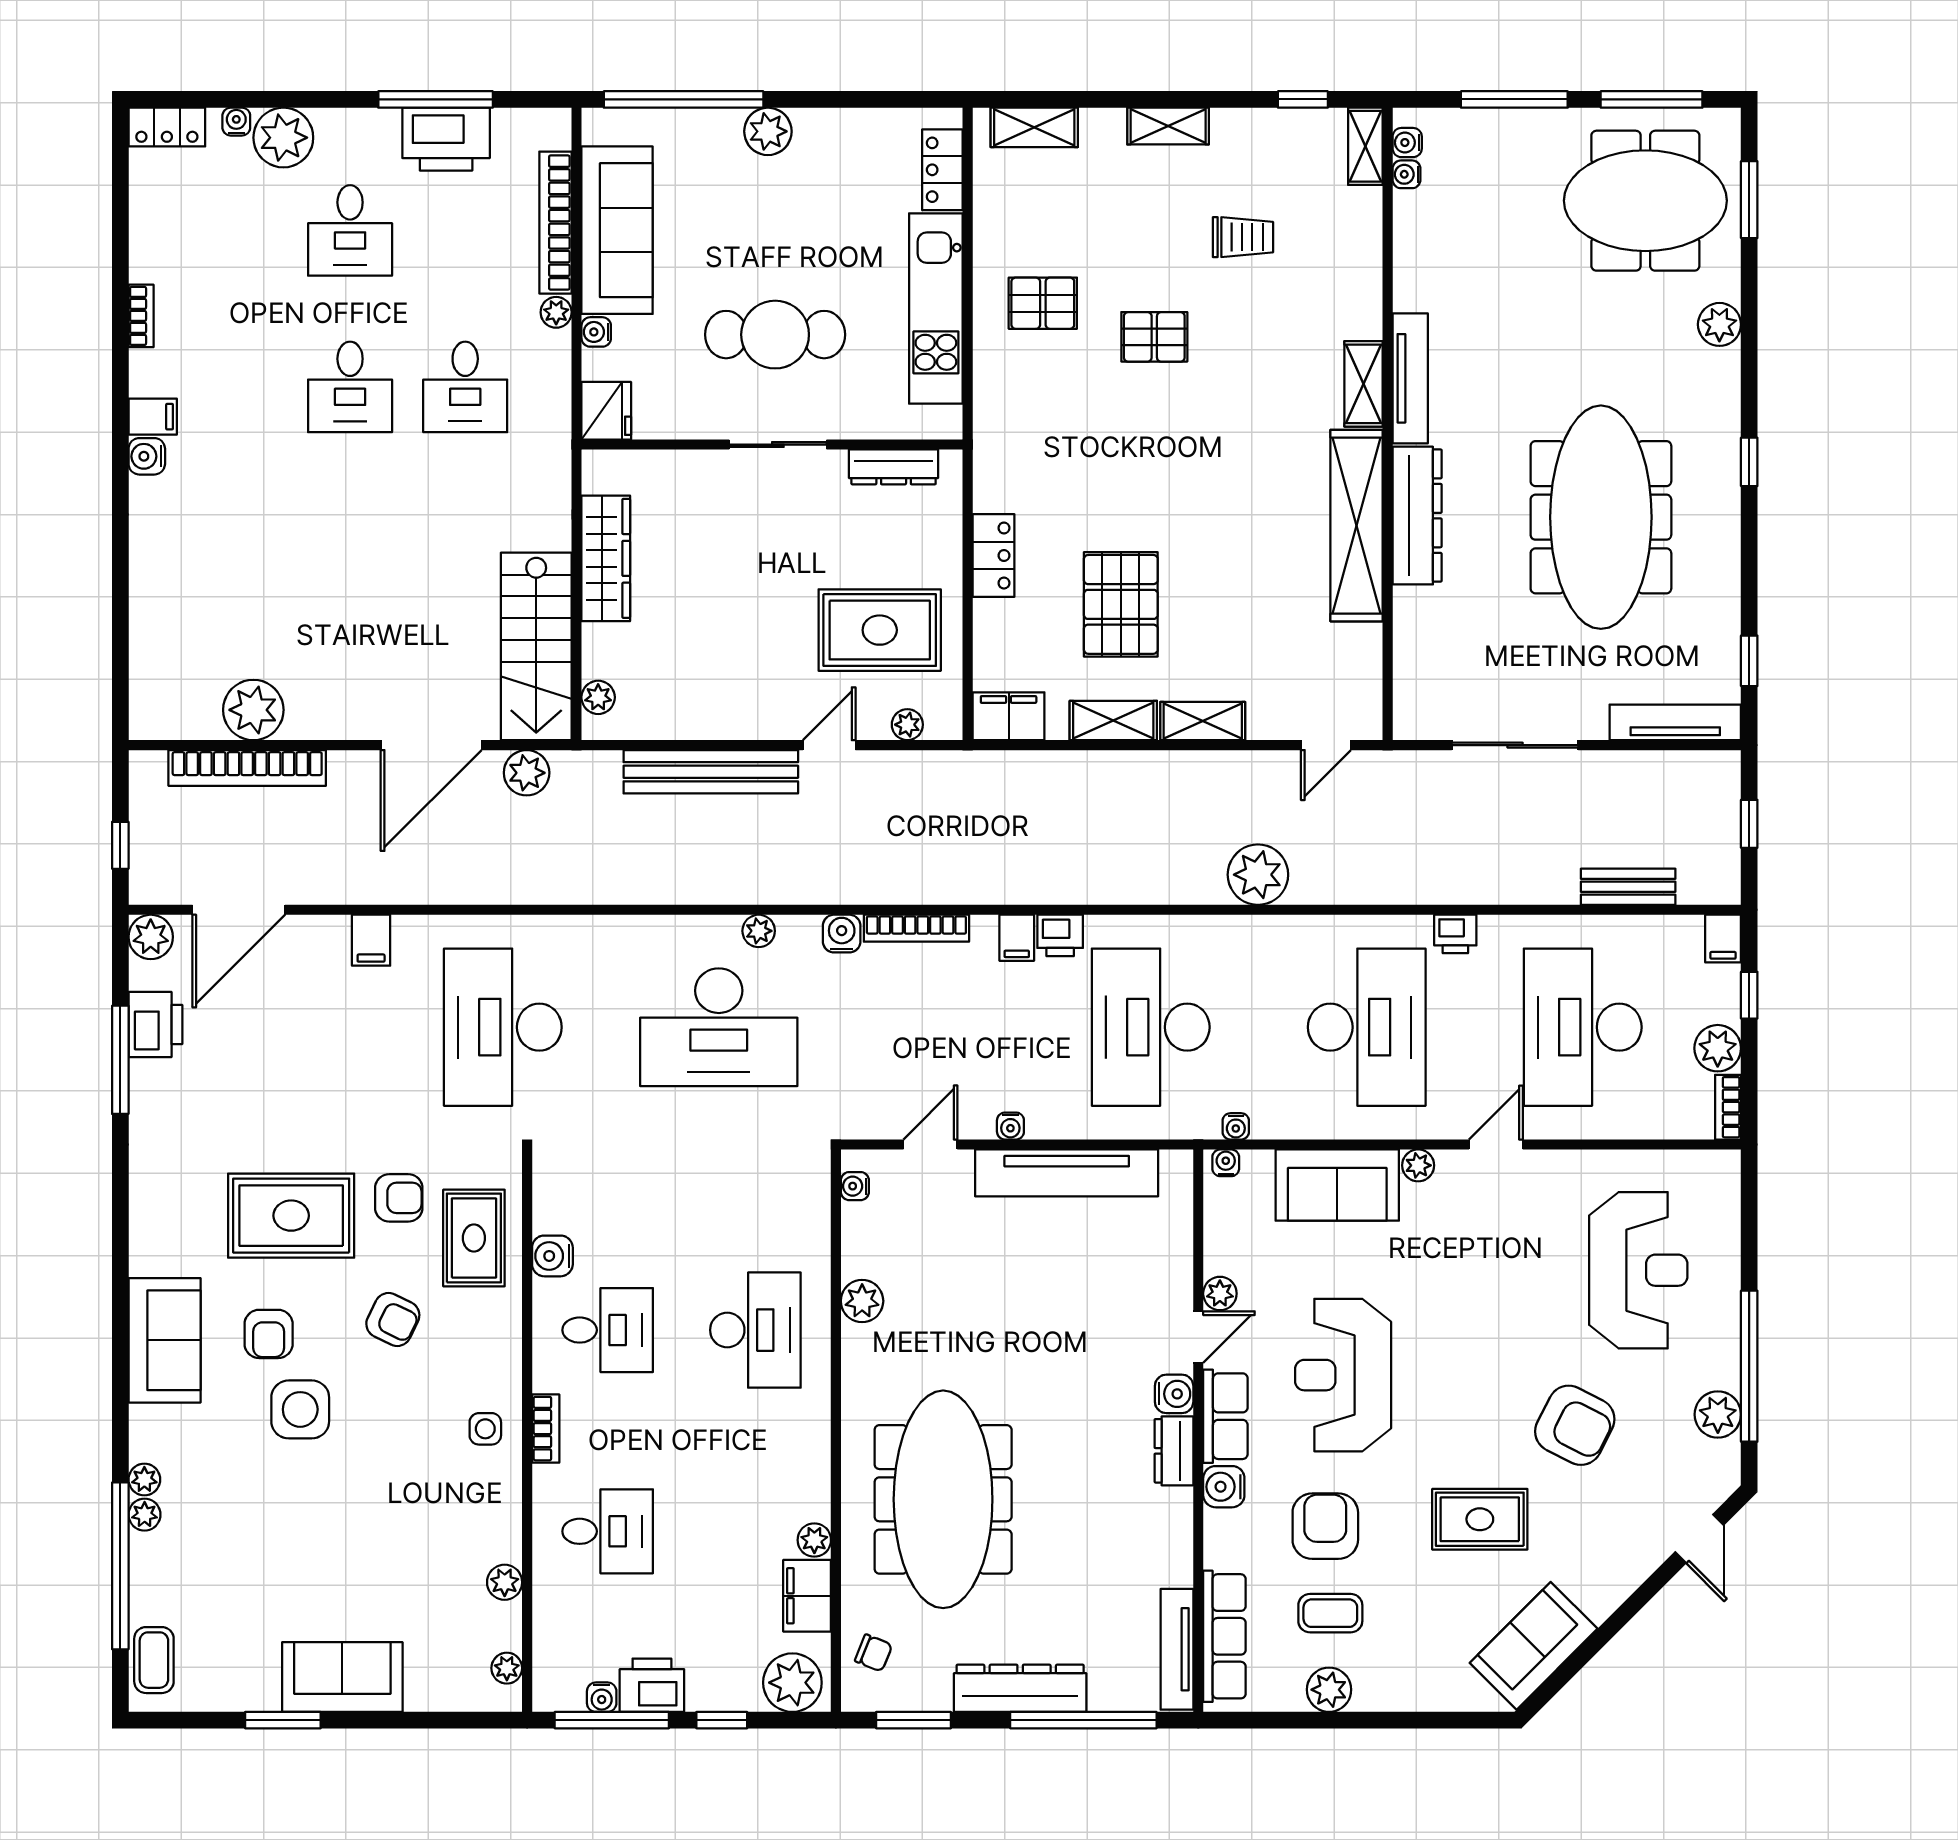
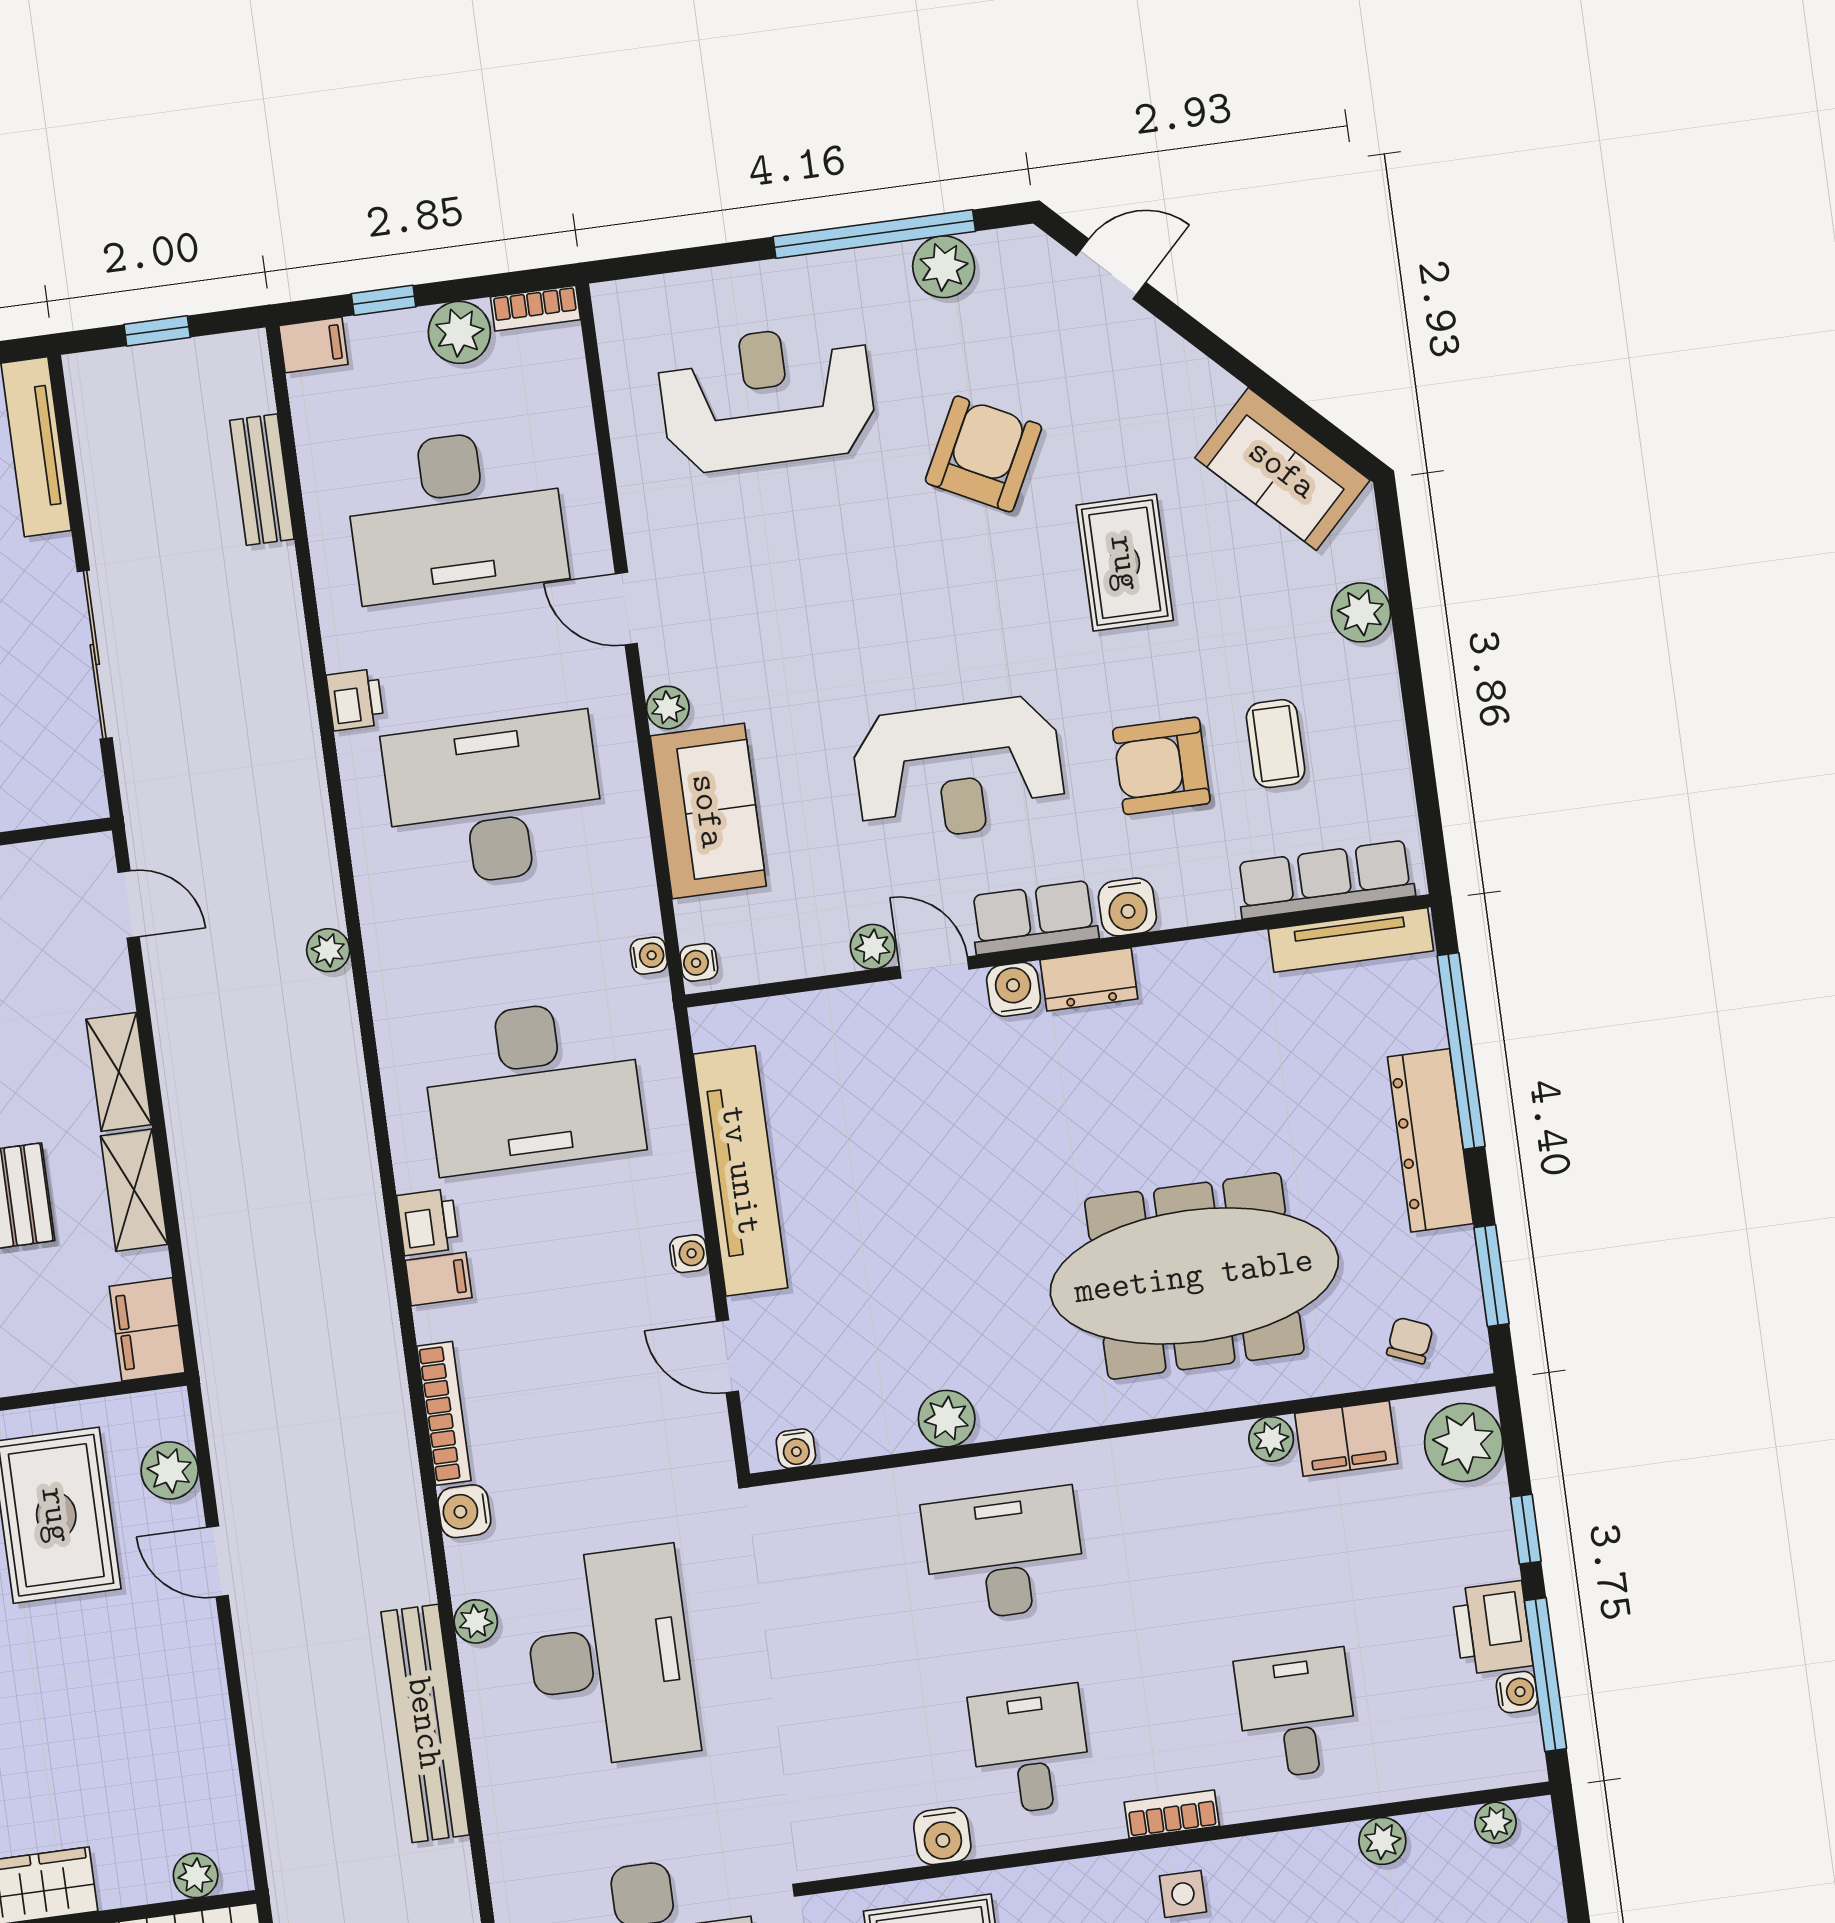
plant: (907, 725) -> (170, 1470), width x1.38, depth x1.38
bench: (711, 772) -> (425, 1723), moved
plant: (1258, 875) -> (328, 950), width x0.53, depth x0.53
plant: (1329, 1690) -> (1361, 612), moved

